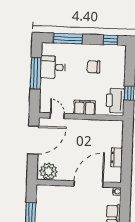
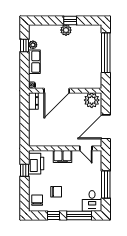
window: (110, 40) -> (54, 215), moved
chair: (116, 58) -> (37, 200), added
desk: (53, 67) -> (92, 201), moved, turned 90
dresser: (117, 157) -> (33, 101), moved

